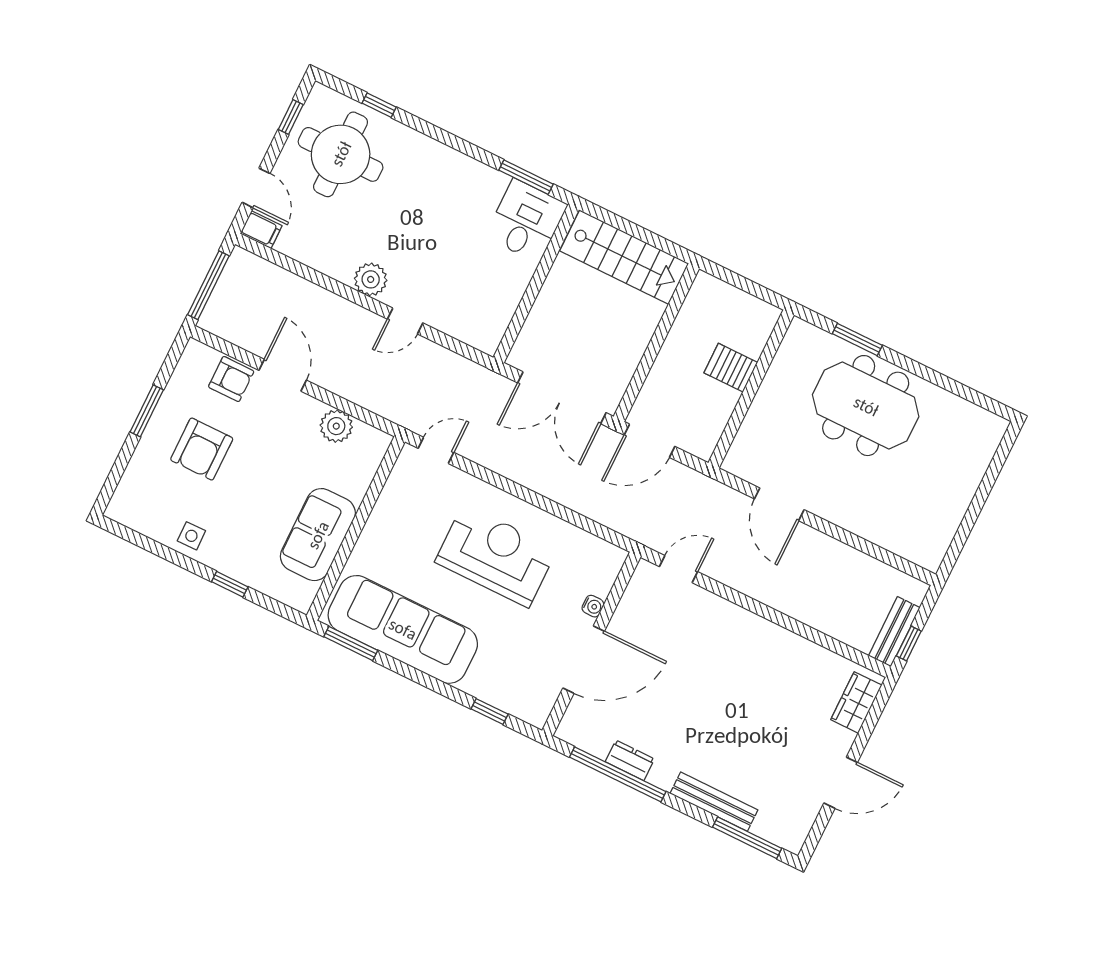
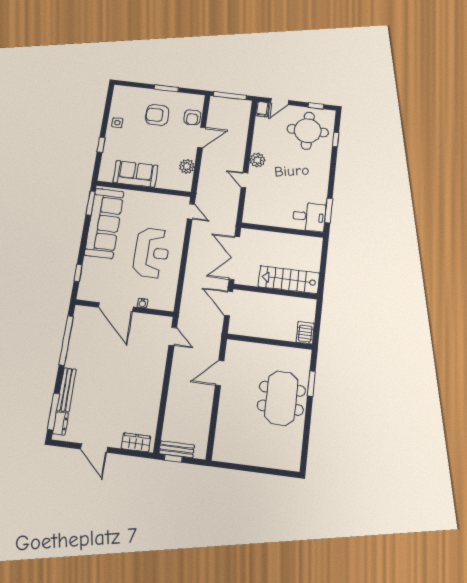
stairs: (624, 257) -> (289, 280), moved, turned 90
server rack: (731, 368) -> (305, 333), moved
dresser: (630, 760) -> (60, 424), moved

